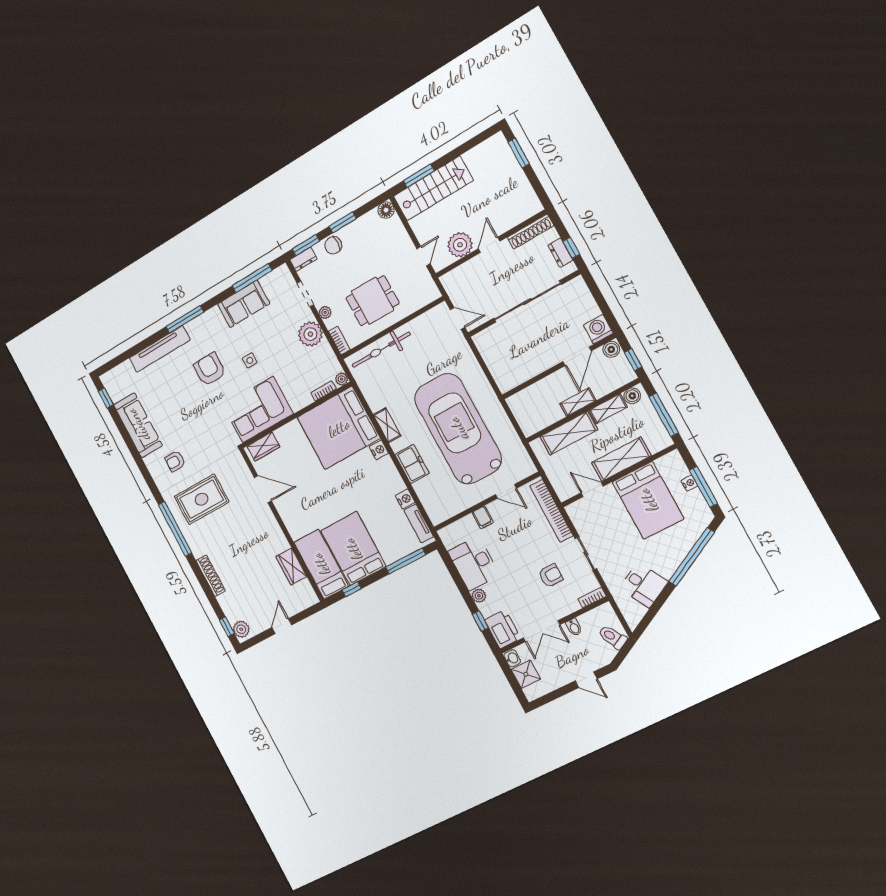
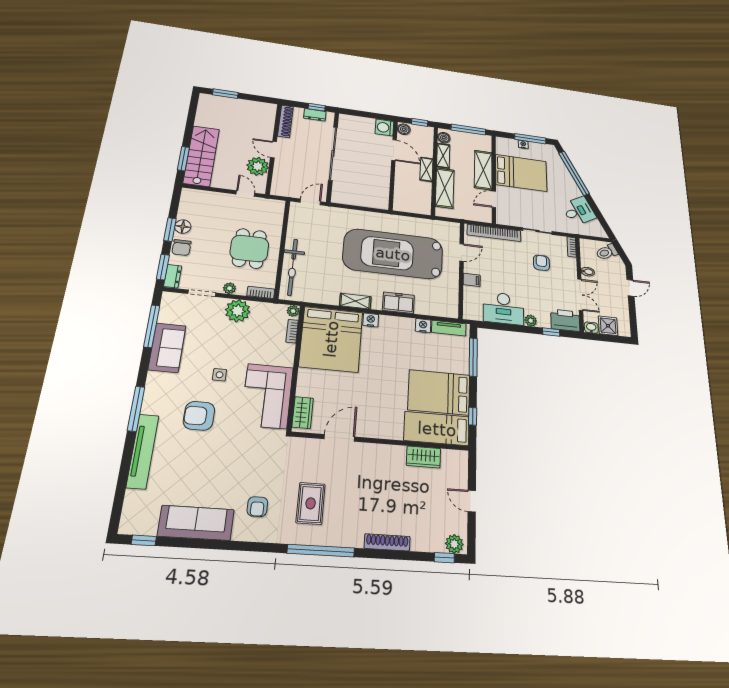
floor lamp: (386, 210) -> (183, 227), moved
rug: (202, 499) -> (311, 503), width x0.73, depth x0.70

